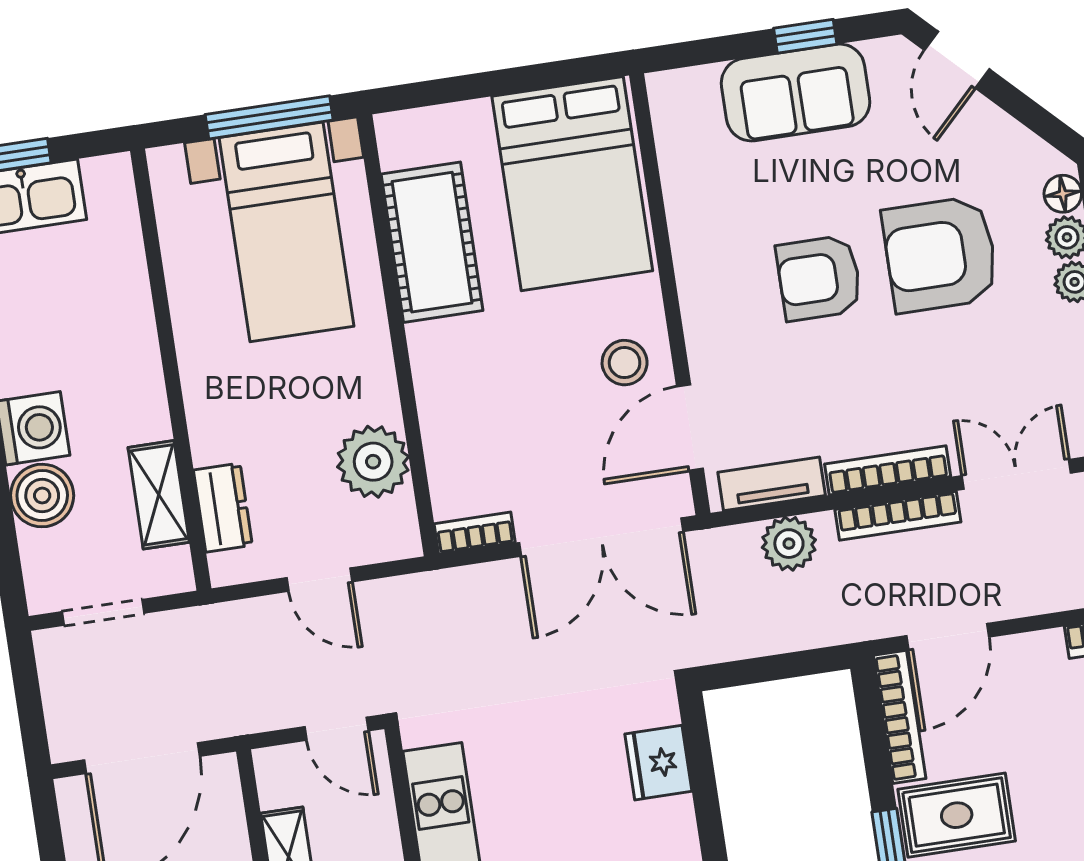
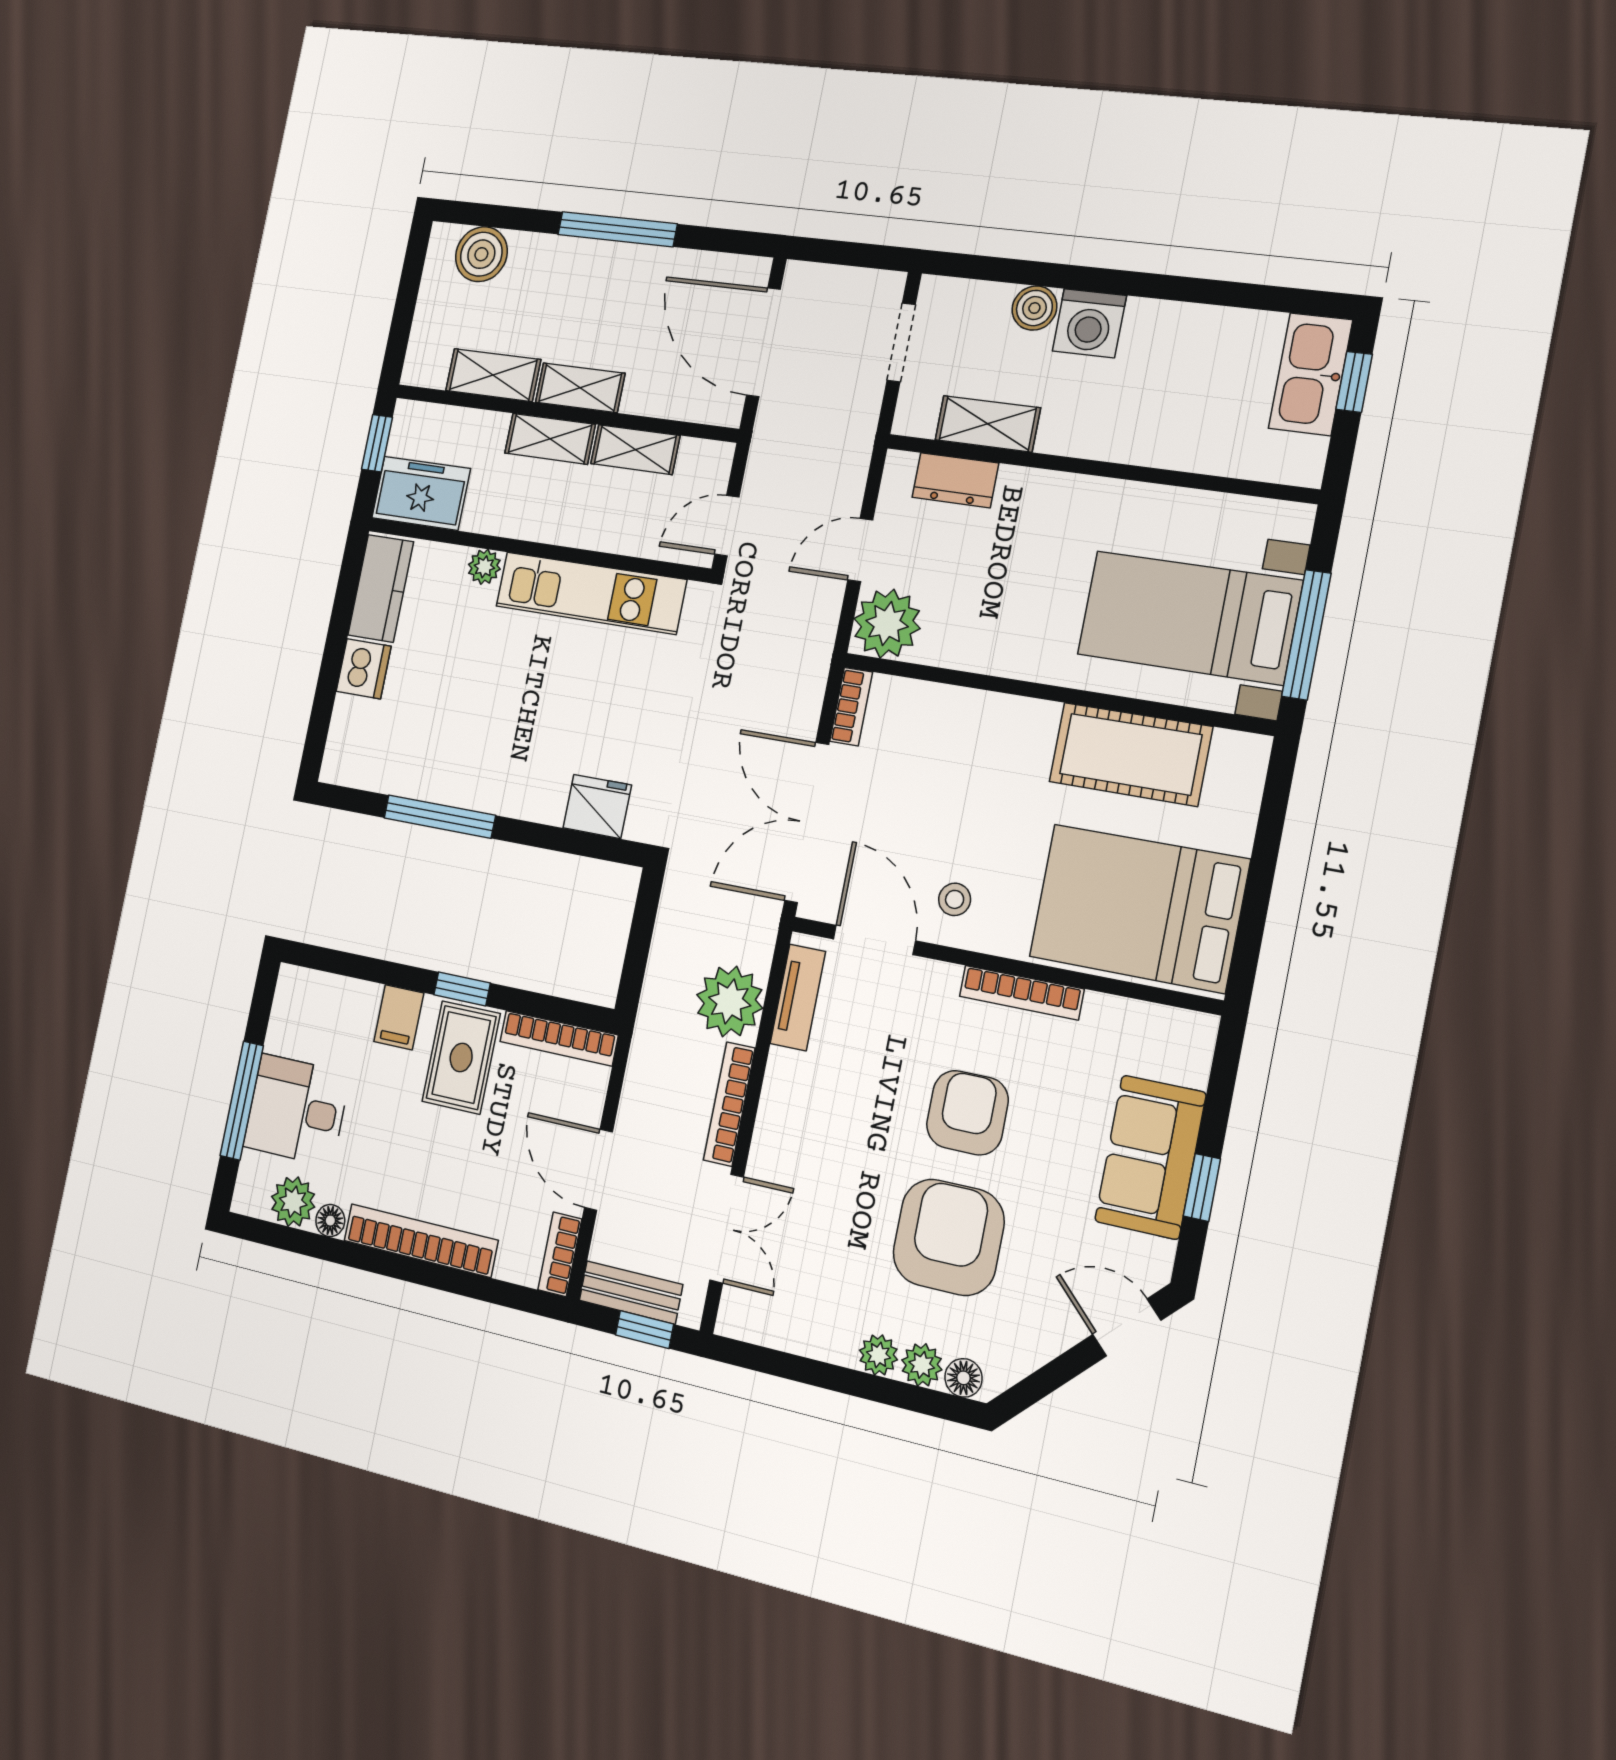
stool: (625, 363) -> (955, 899), width x0.73, depth x0.73
plant: (373, 462) -> (887, 624), moved
bookcase: (888, 470) -> (1022, 993), moved, turned 90
boiler: (42, 496) -> (1034, 308), width x0.73, depth x0.73
plant: (789, 544) -> (730, 1001), width x1.36, depth x1.36
door: (948, 636) -> (598, 1170), moved

